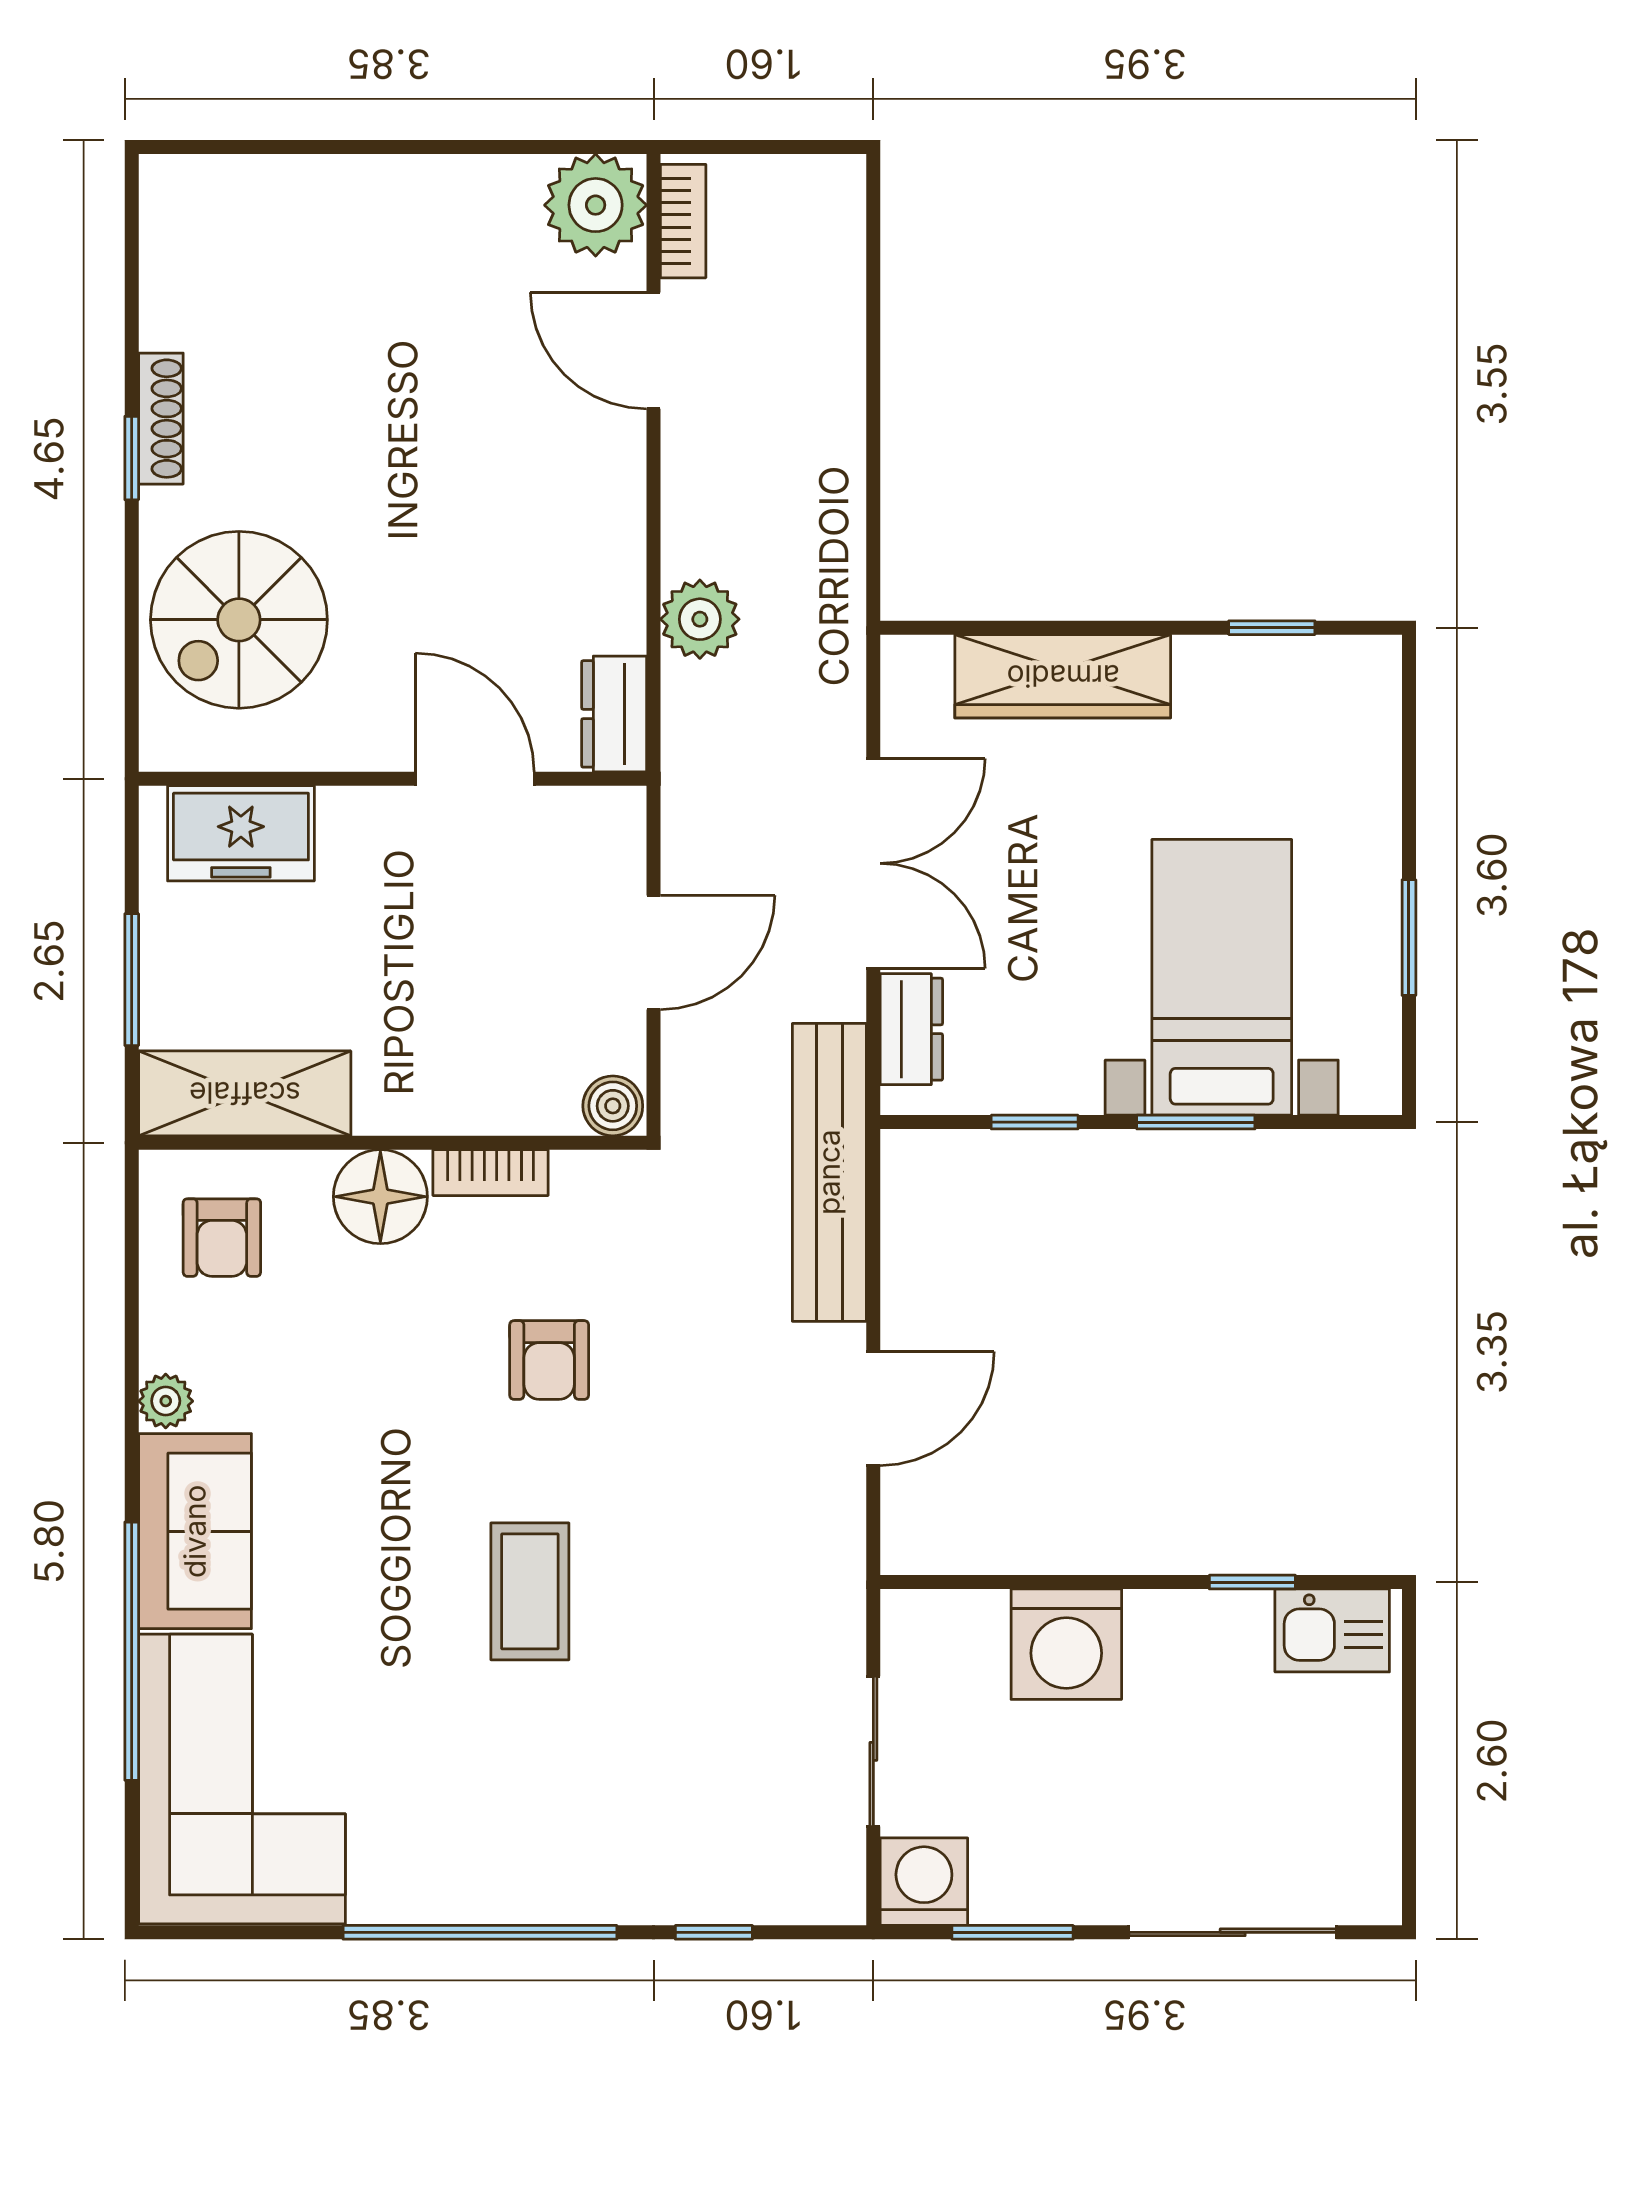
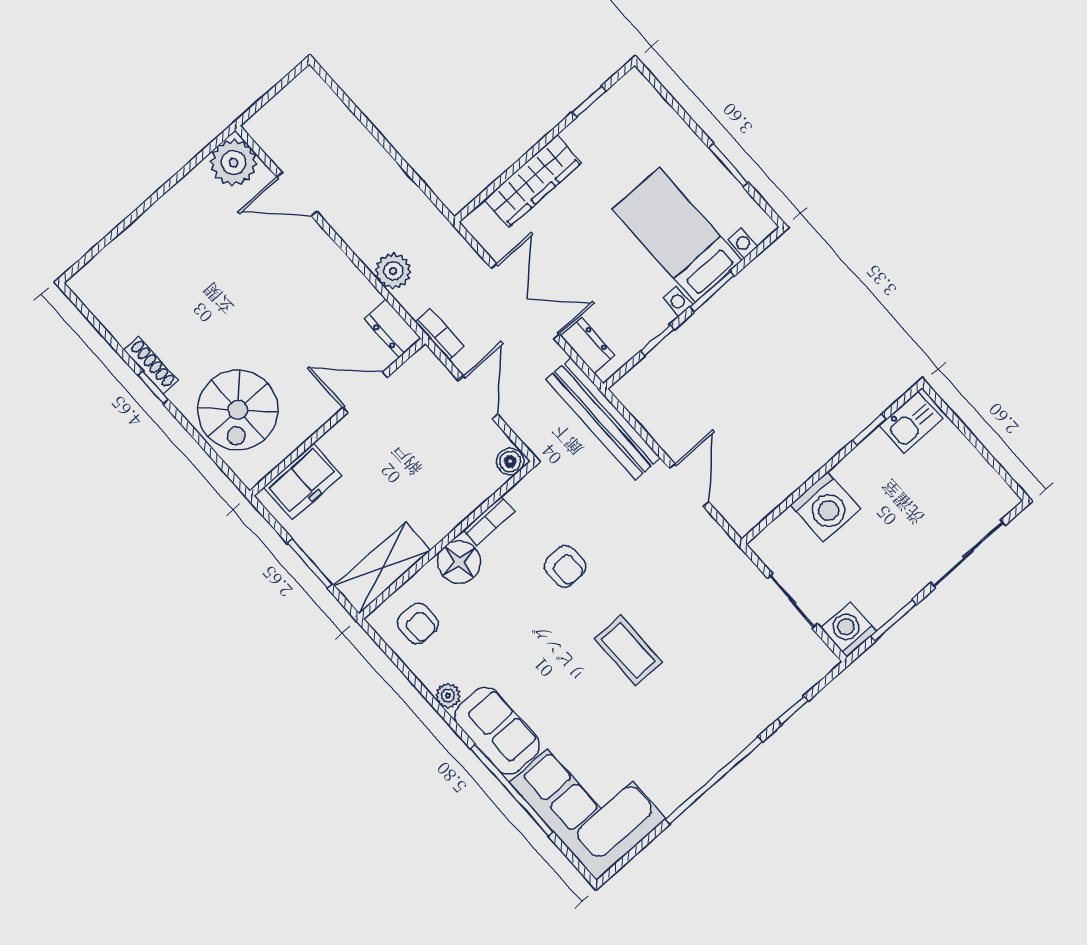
bookcase: (683, 221) -> (439, 334), moved

